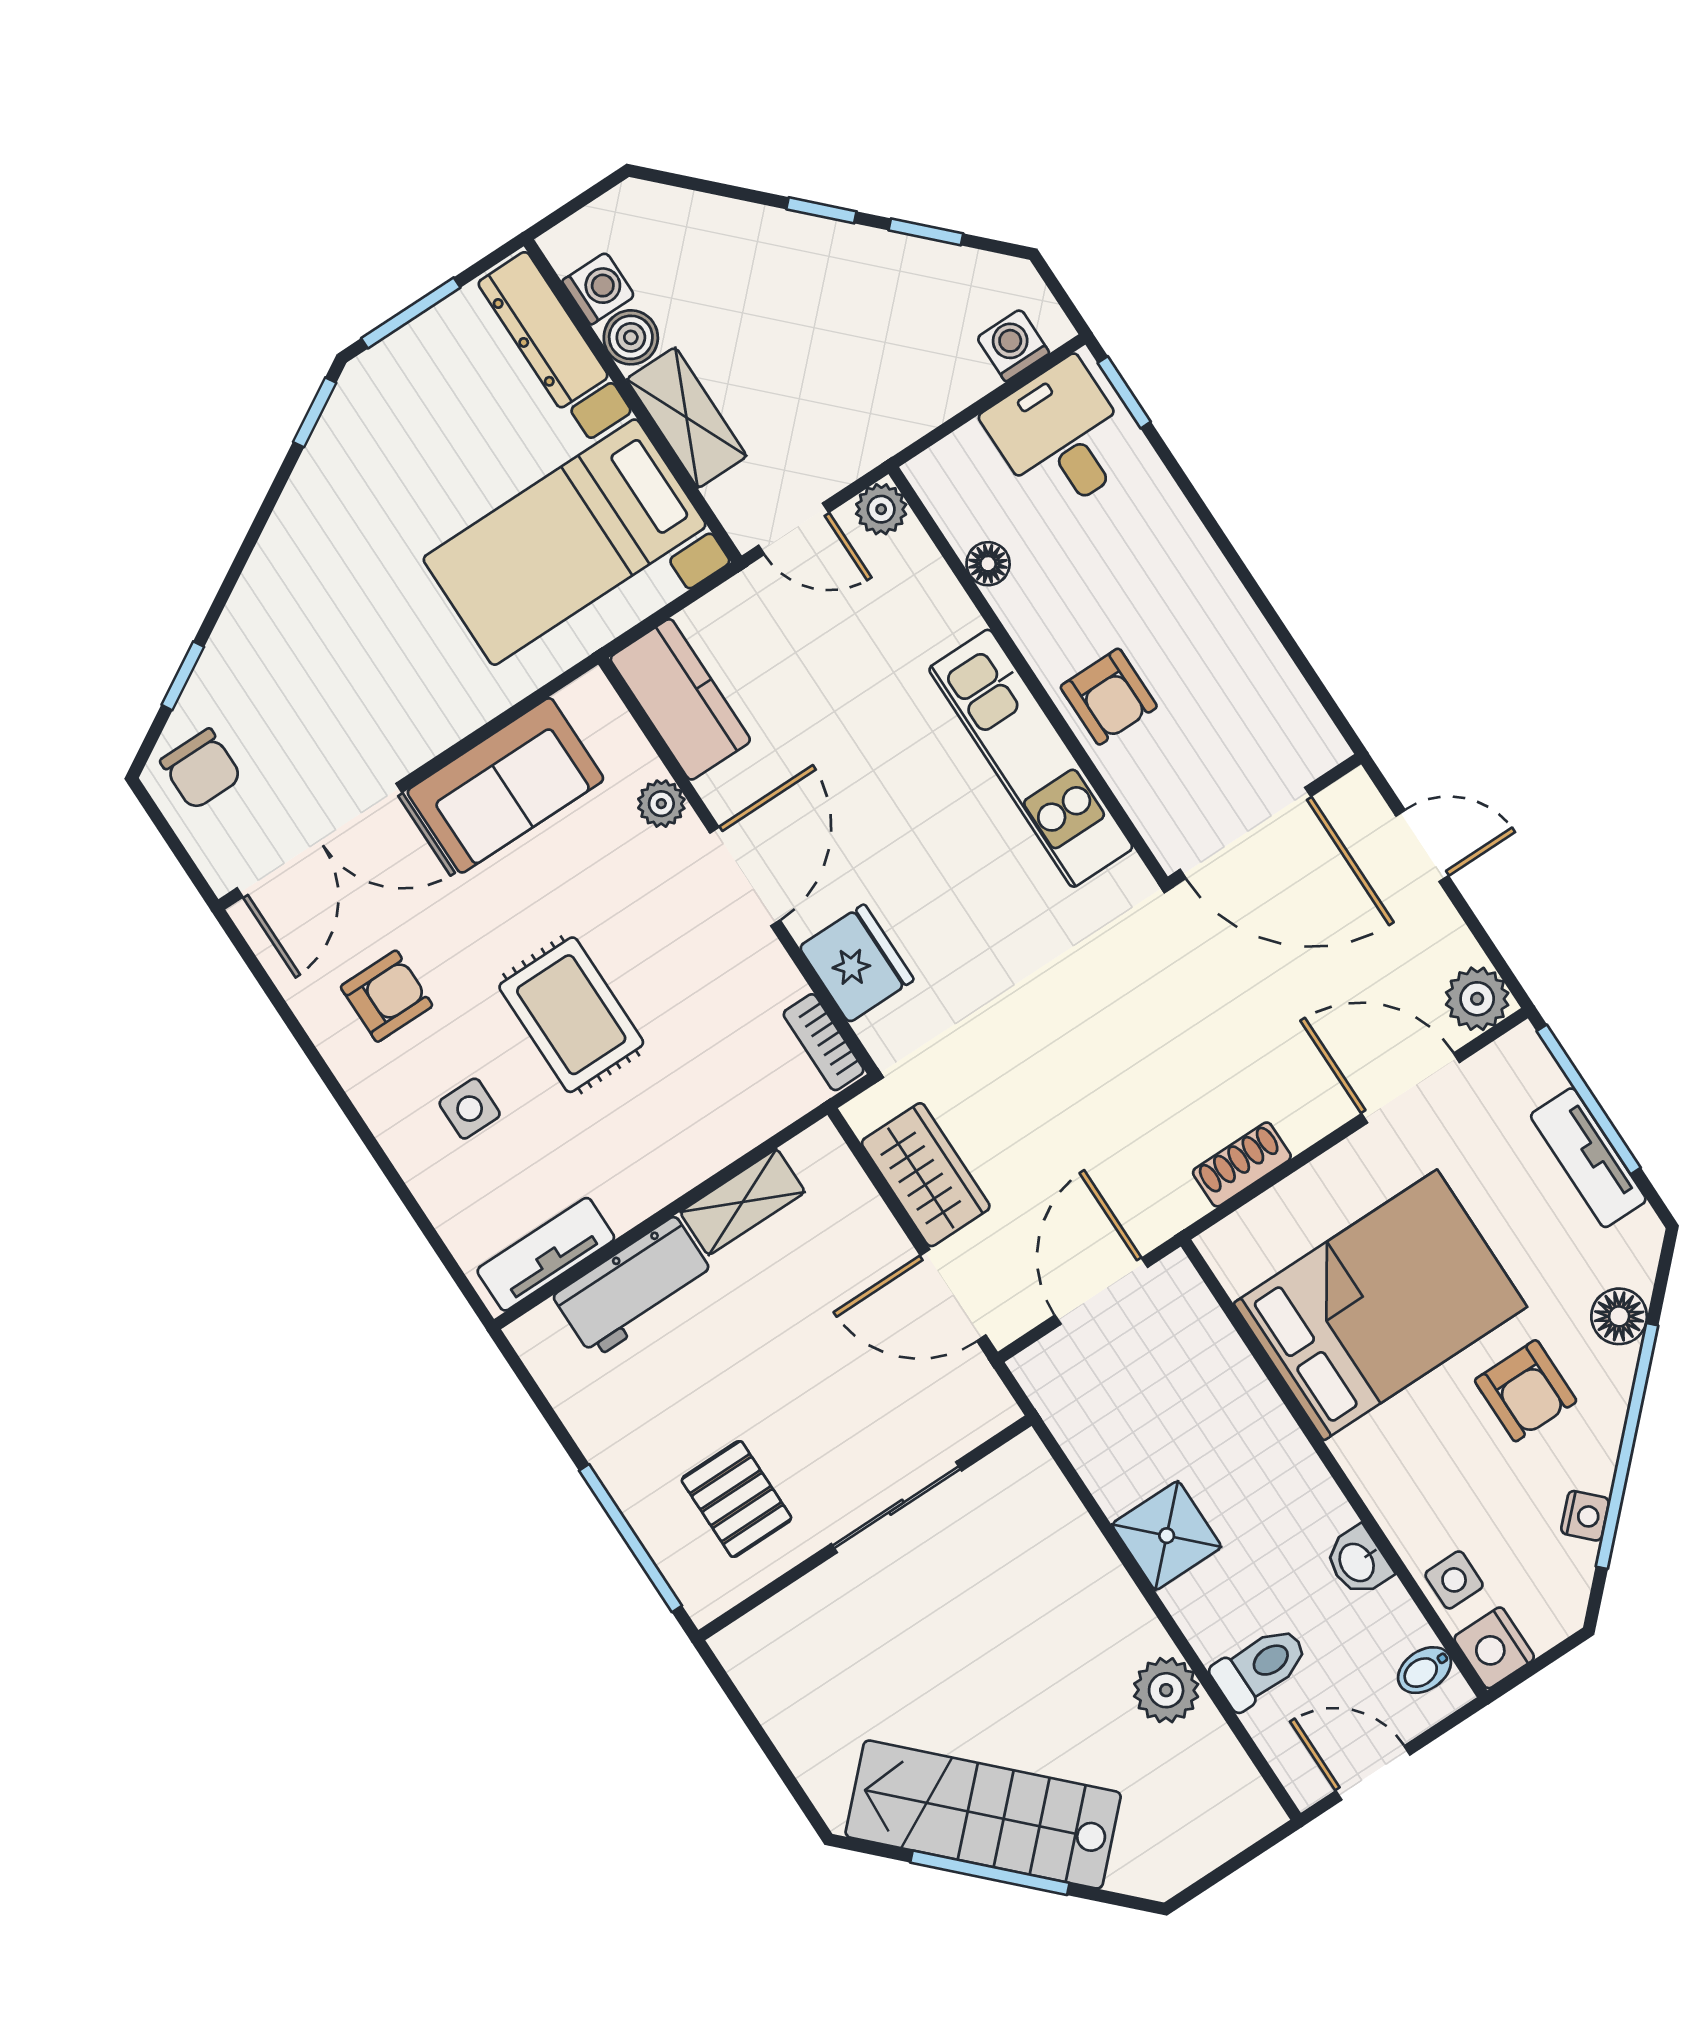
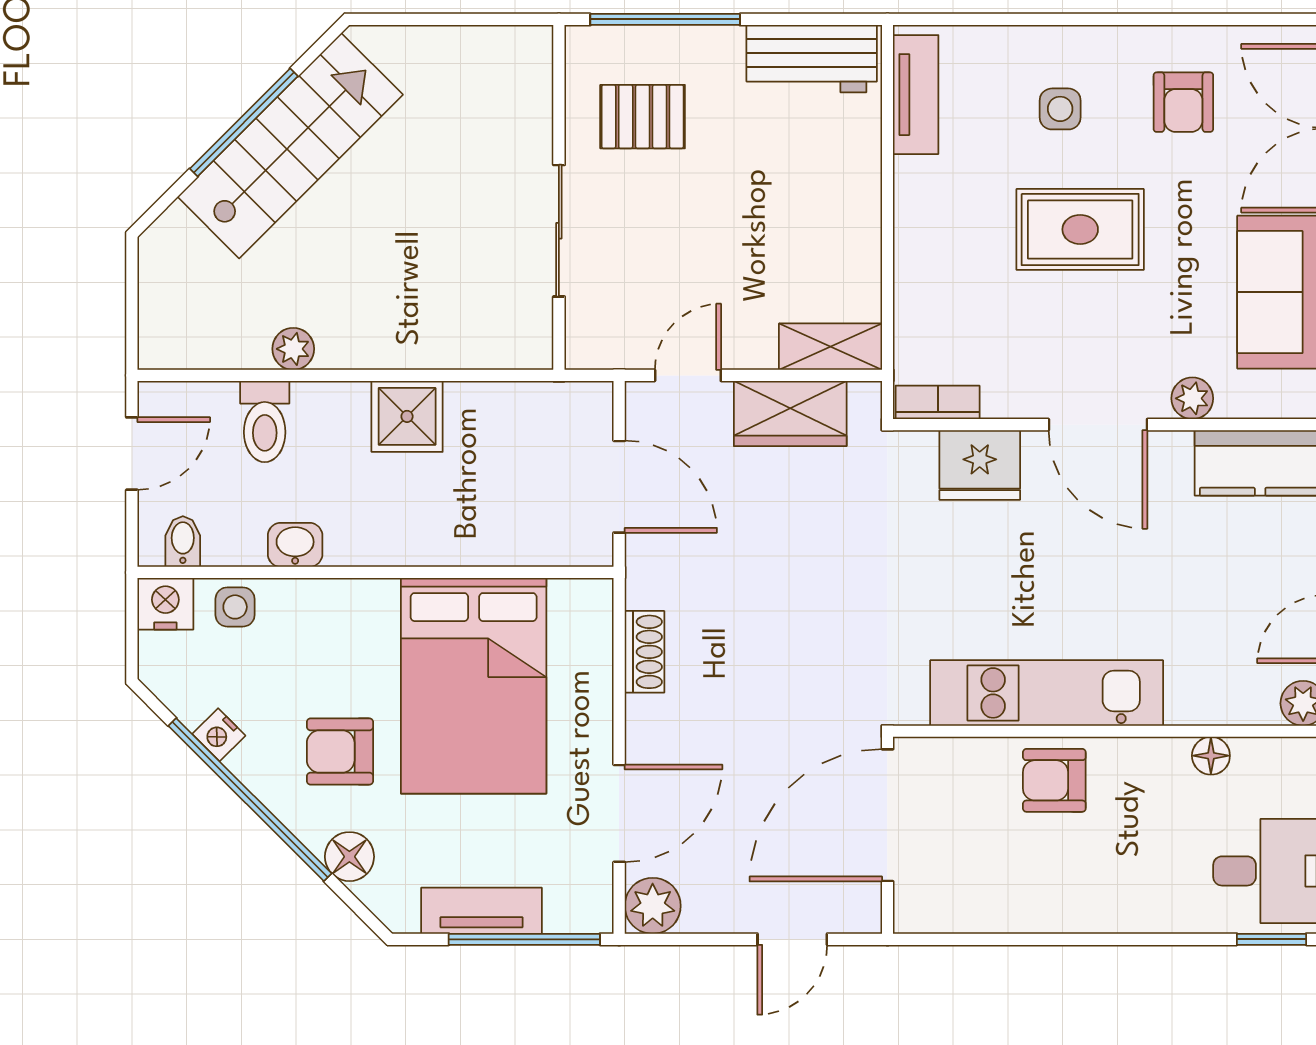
shelving: (743, 1202) -> (830, 347), moved, turned 90
workbench: (634, 1287) -> (812, 59), moved, turned -90
door: (953, 1295) -> (688, 375), width x0.73
plant: (1166, 1690) -> (293, 349), width x0.73, depth x0.73

